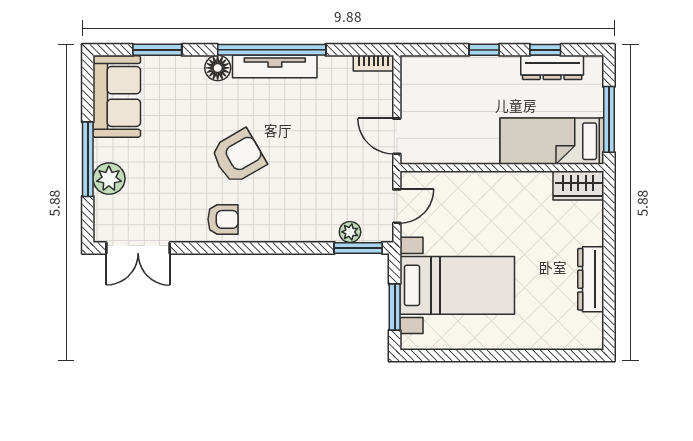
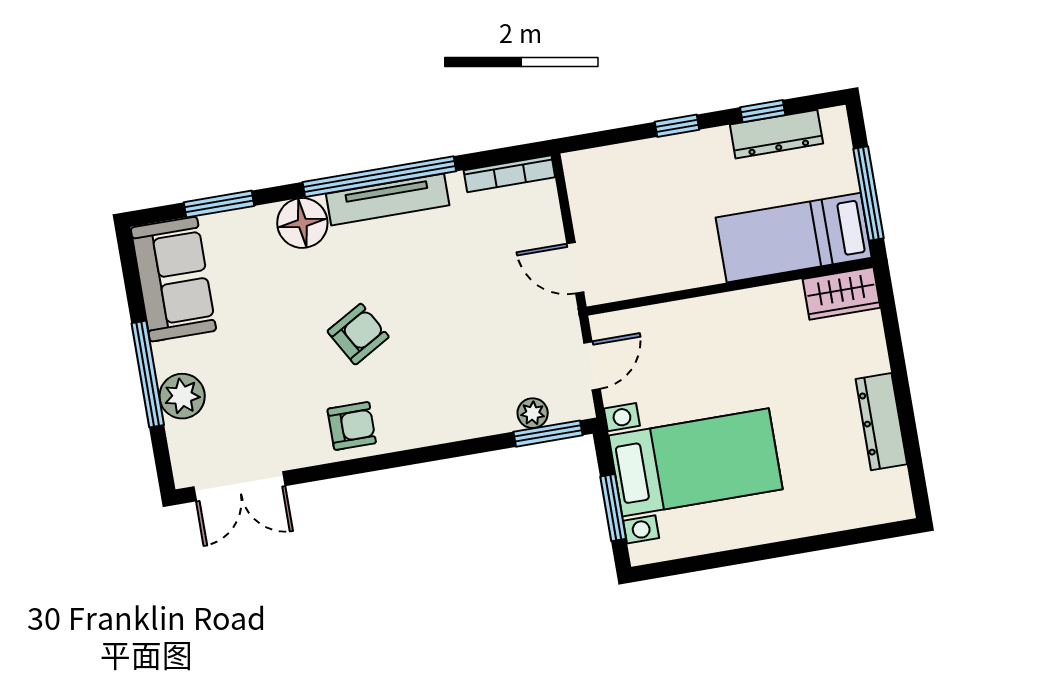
bookcase: (374, 63) -> (509, 174), width x1.56
floor lamp: (218, 68) -> (302, 223), width x1.38, depth x1.38
armchair: (238, 156) -> (358, 334), width x0.72, depth x0.72

